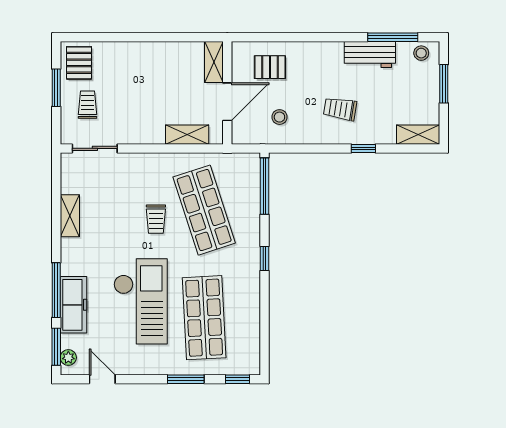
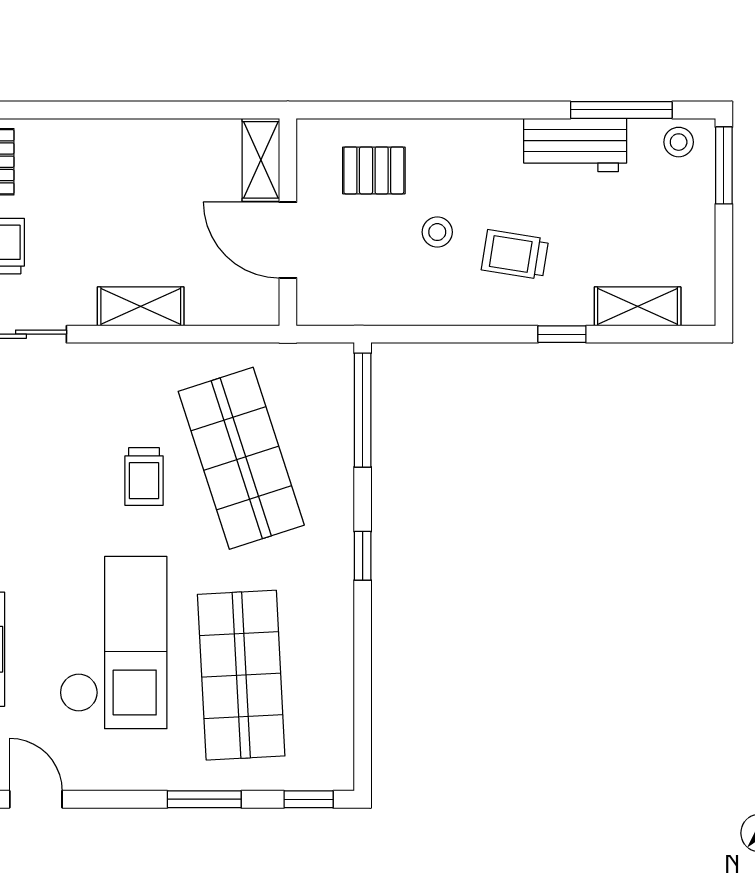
window: (444, 84) -> (724, 165), moved
door: (227, 102) -> (288, 240), swing flipped
stool: (279, 117) -> (437, 232), moved
shelving: (187, 135) -> (141, 306), moved
shelving: (418, 135) -> (638, 306), moved

